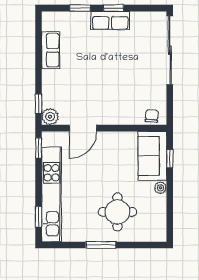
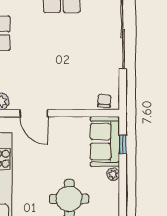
door: (83, 128) -> (34, 113), hinge flipped

